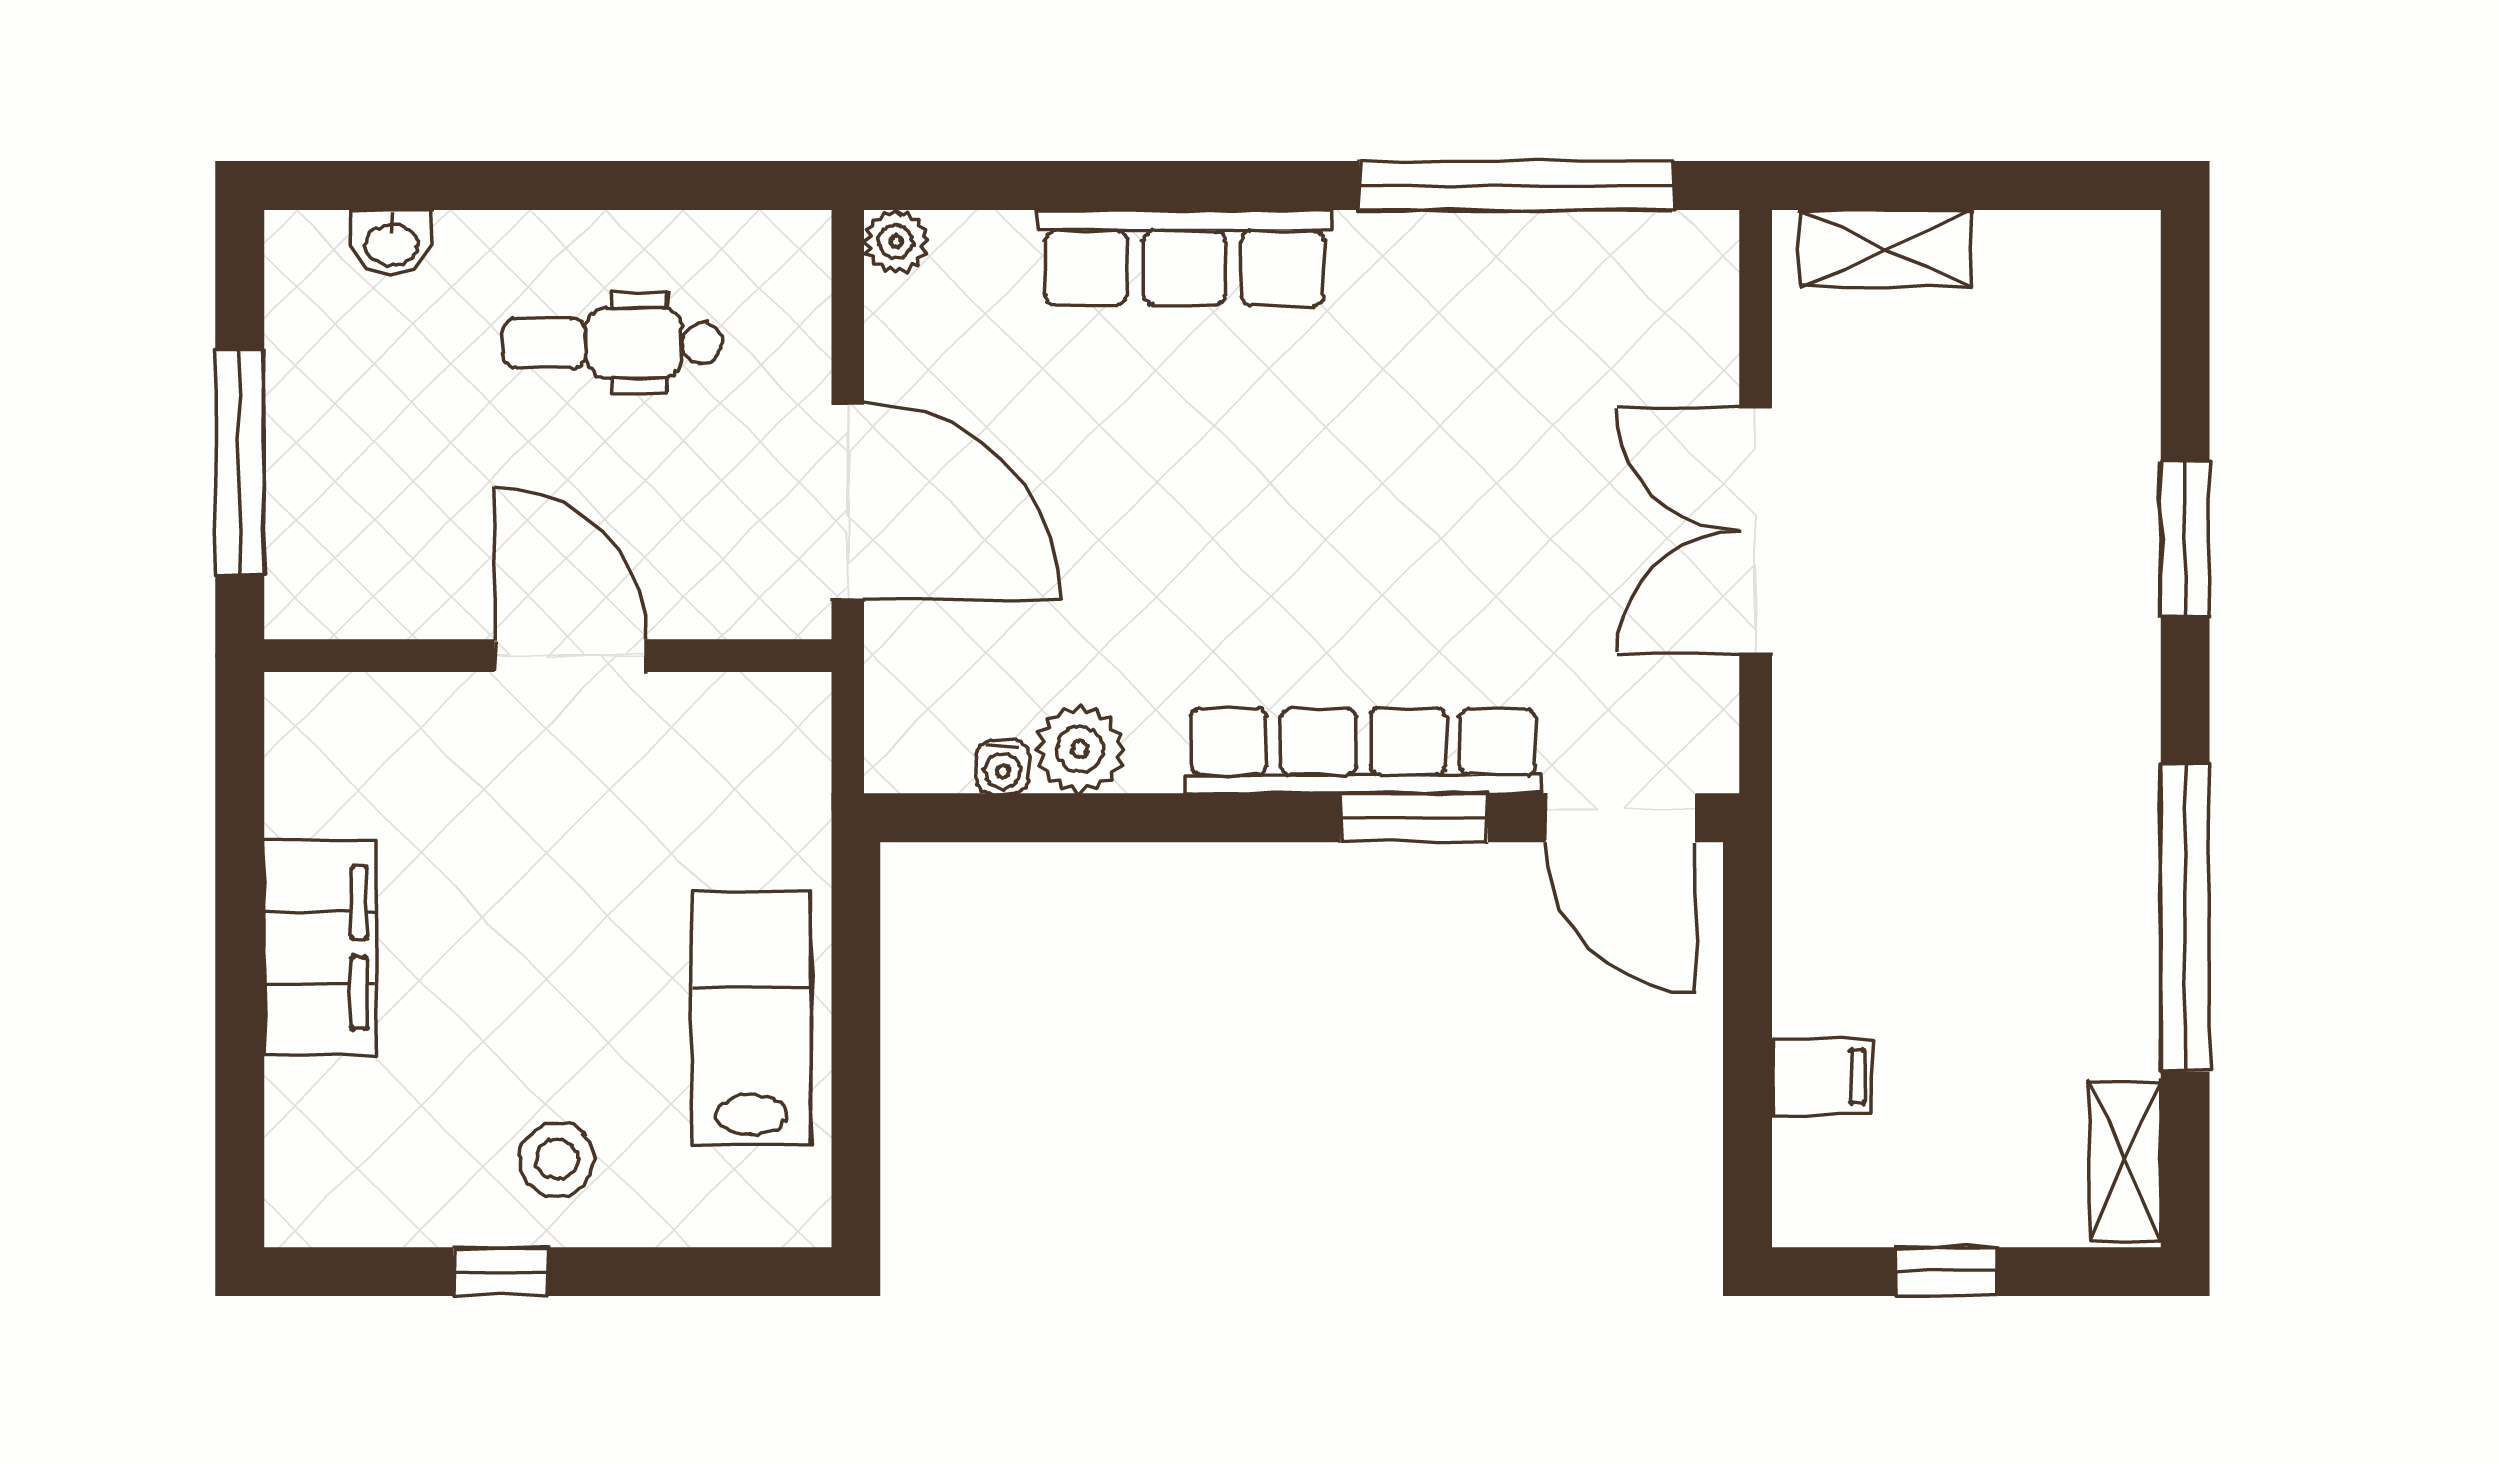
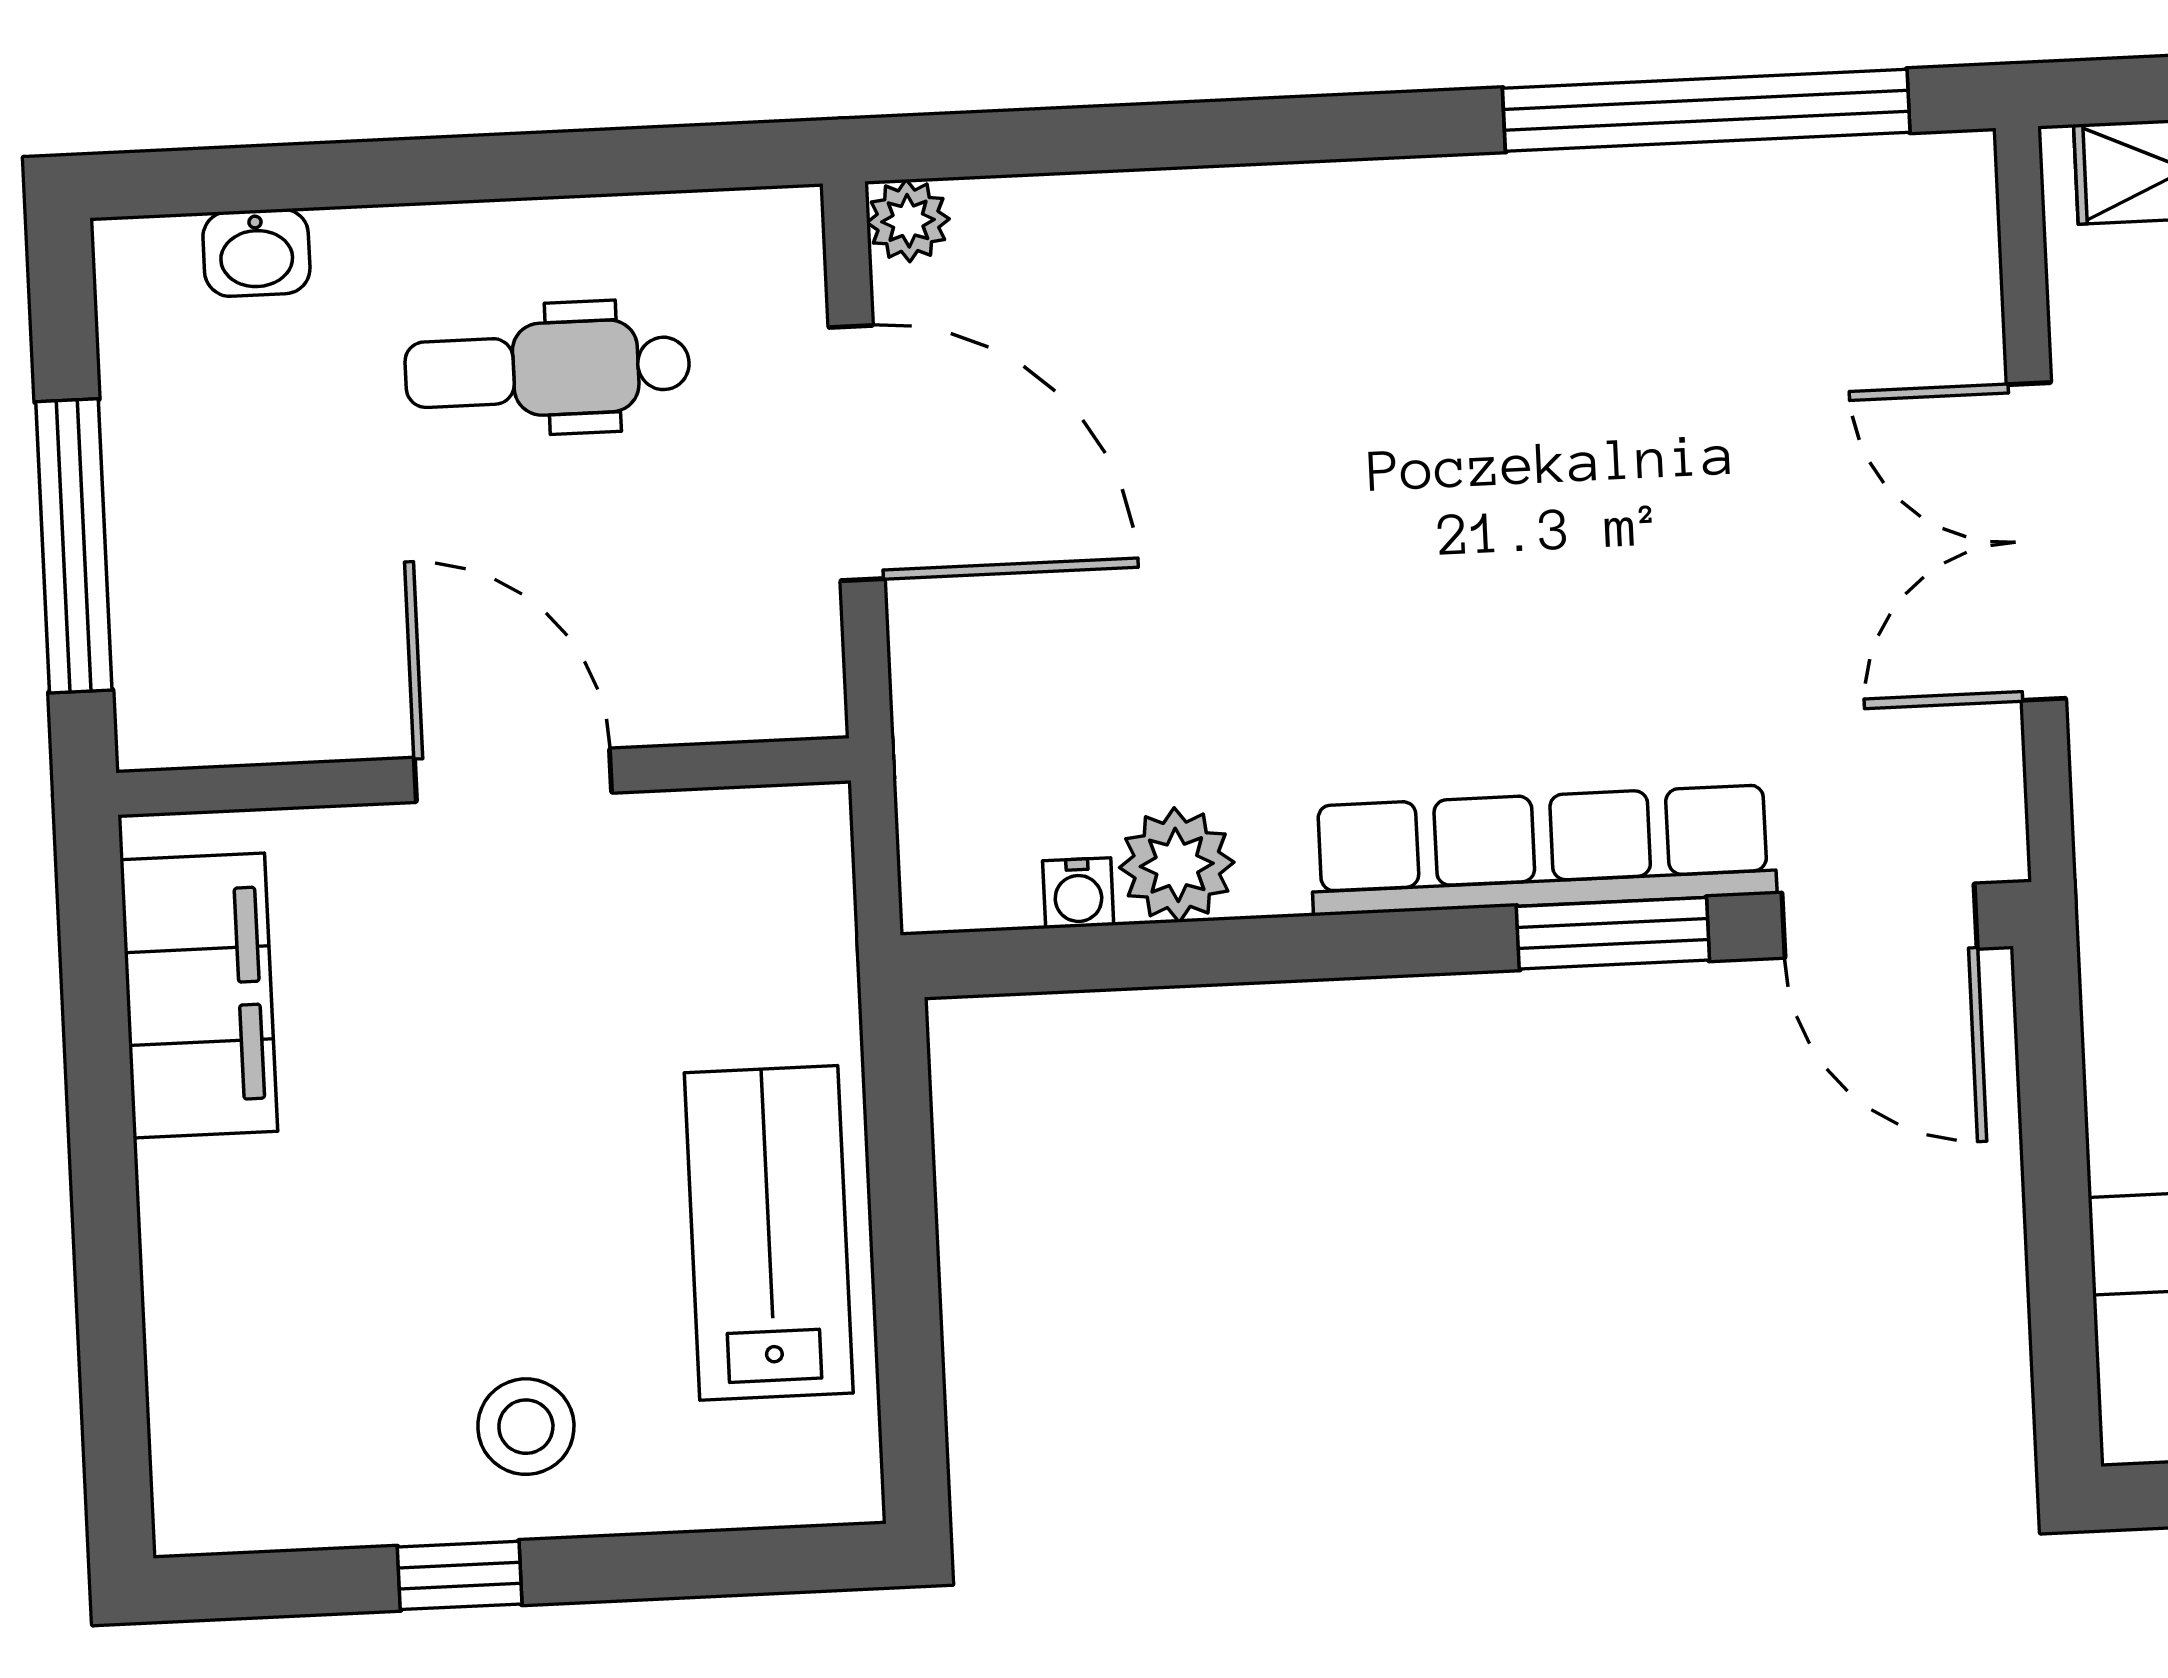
row of seats: (1184, 257) -> (1282, 223), removed
door: (848, 501) -> (857, 453), moved
filing cabinet: (320, 948) -> (199, 996), moved

